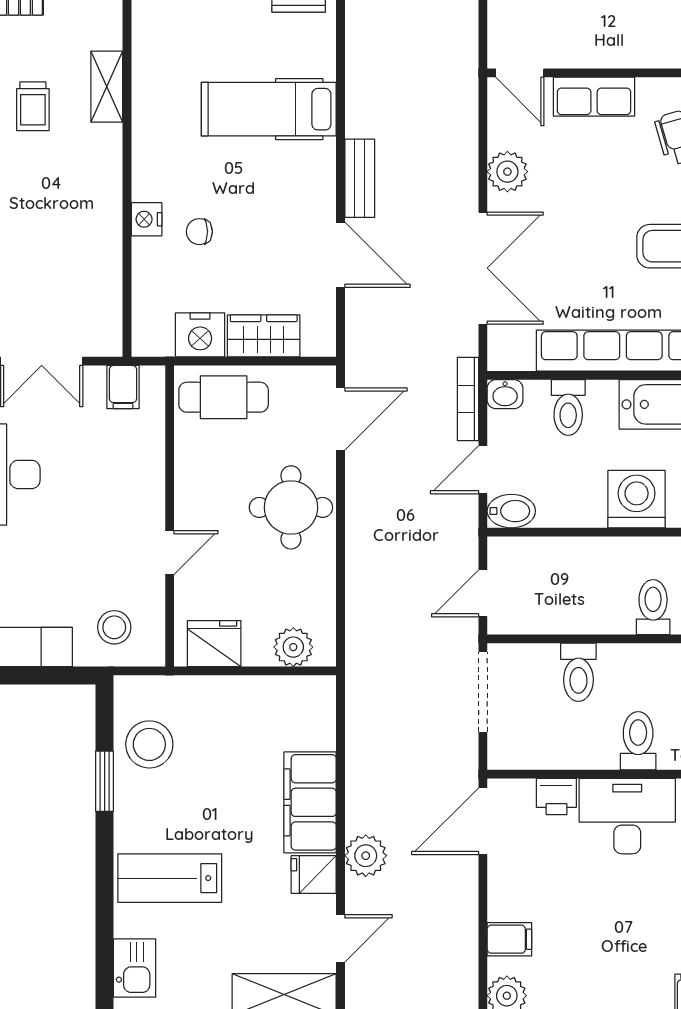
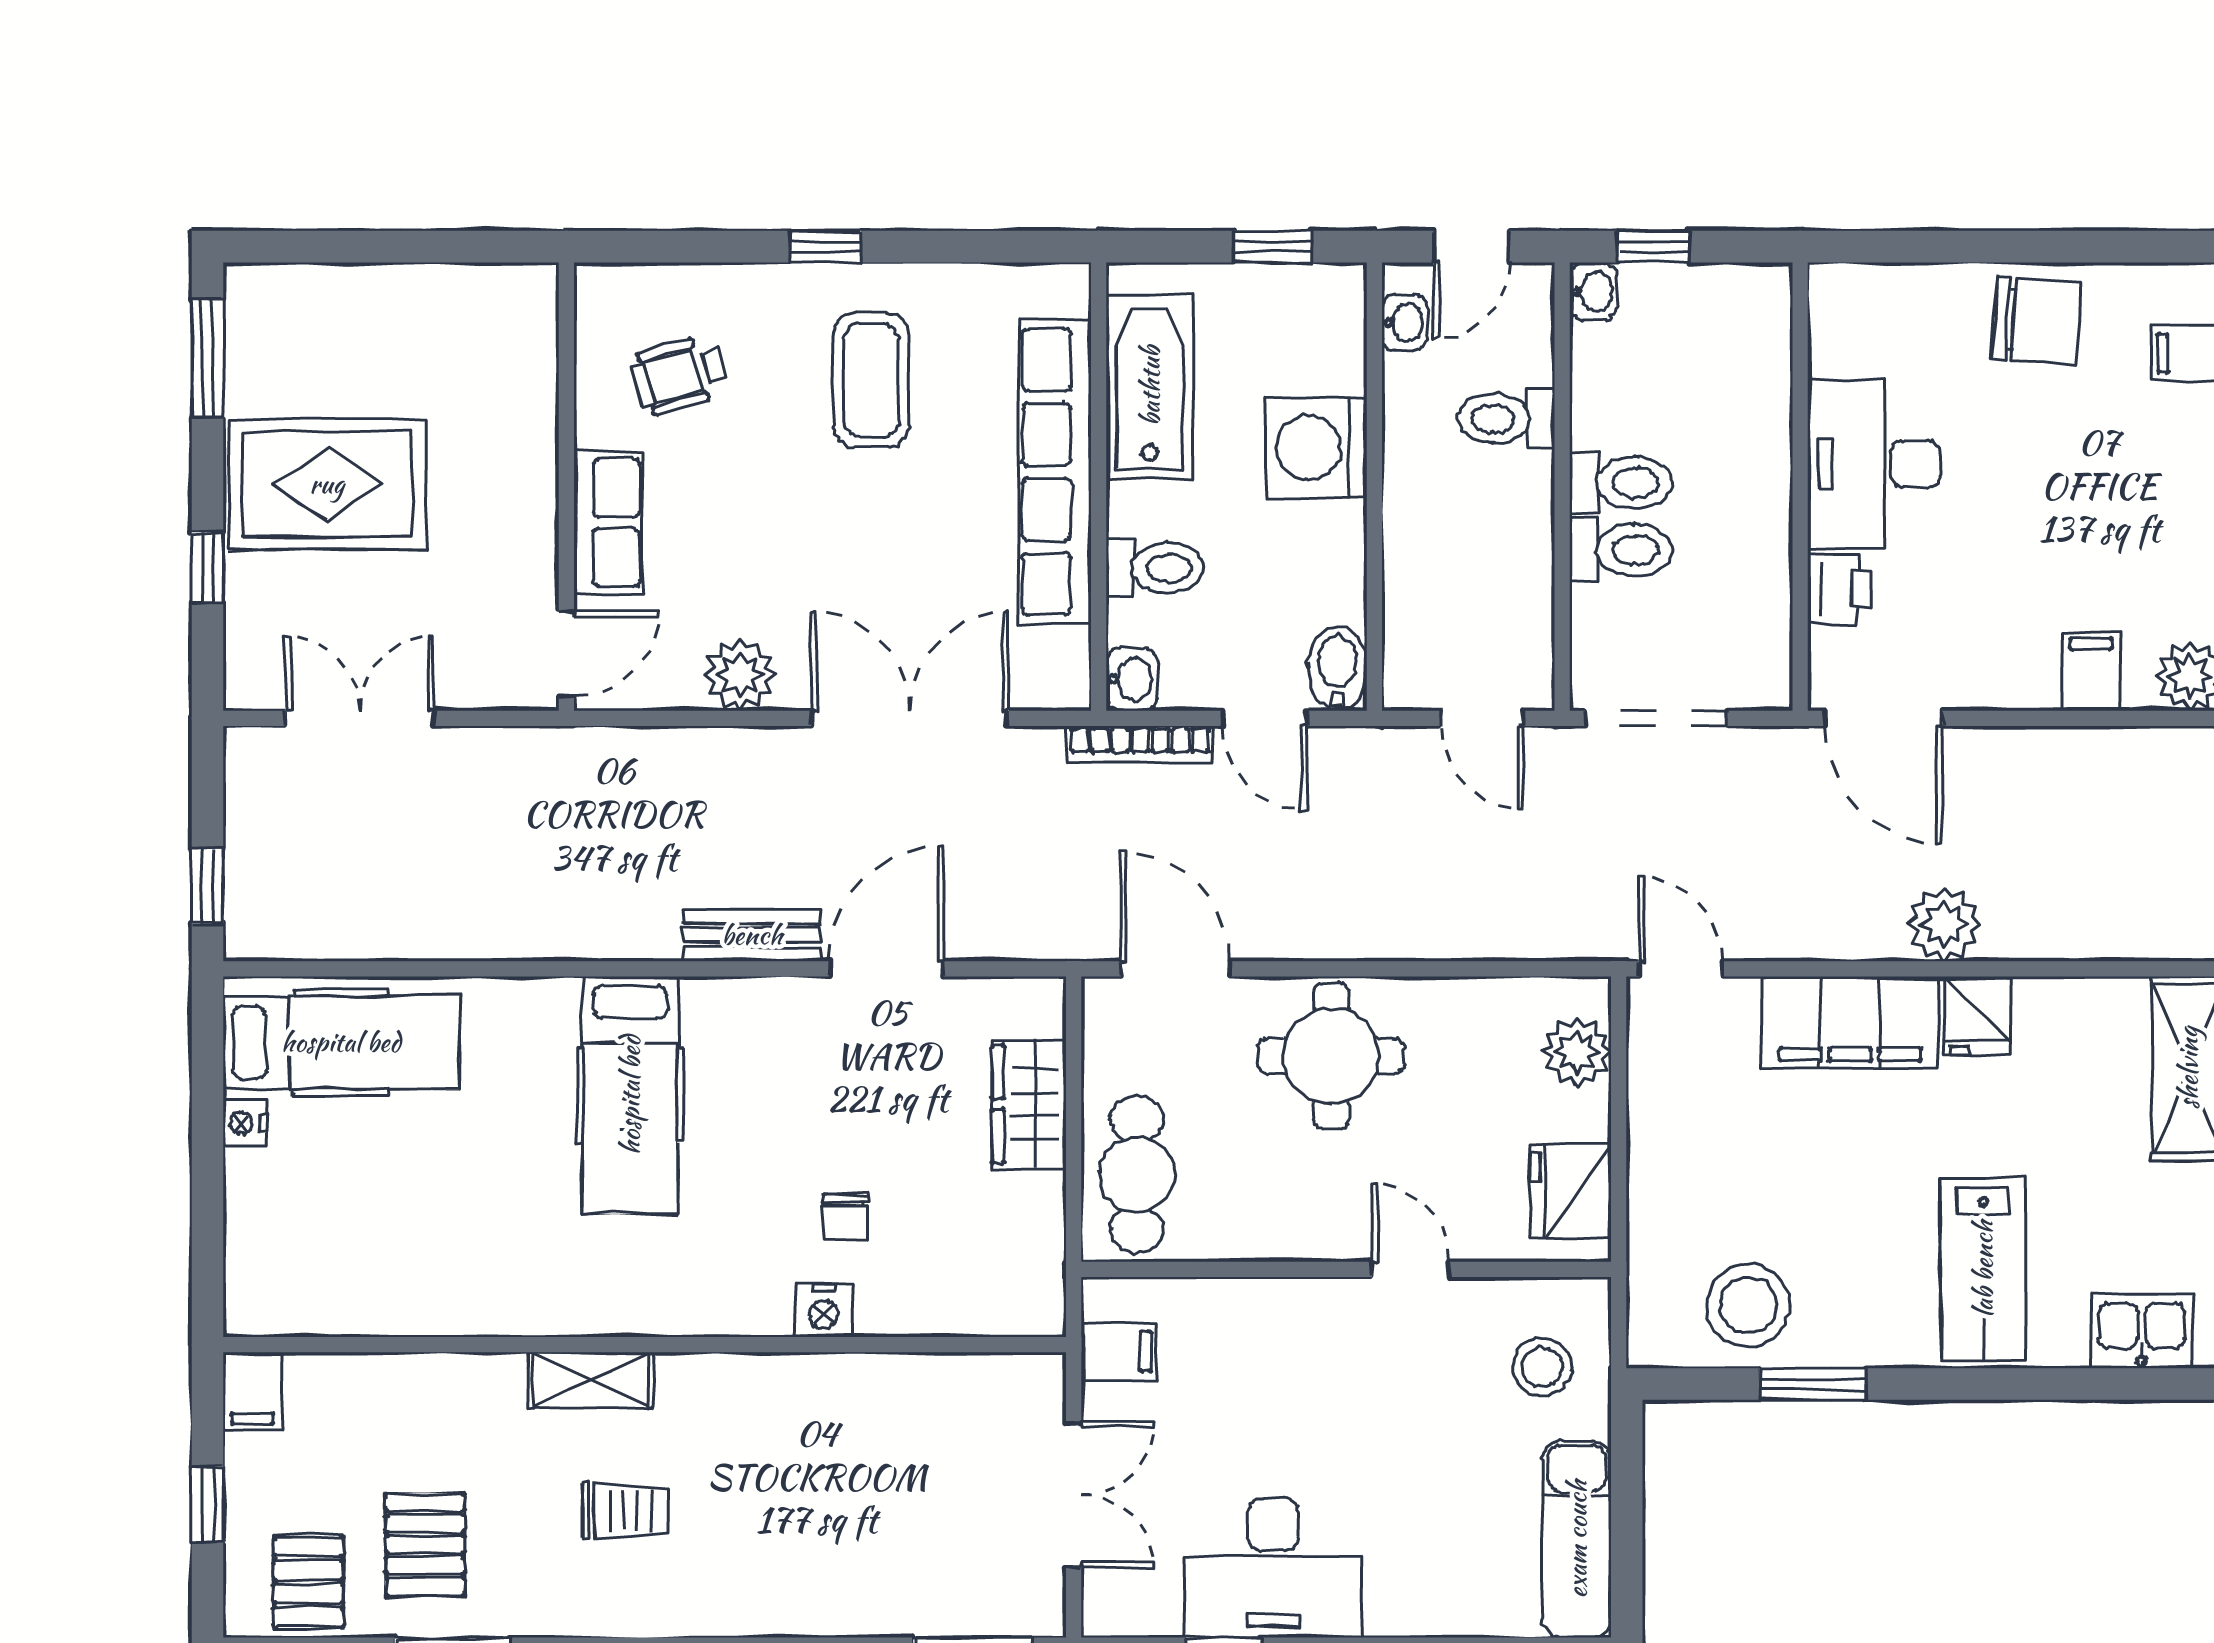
nightstand: (200, 335) -> (1027, 1216), removed
toilet: (638, 741) -> (1621, 483), moved, turned 180
door: (341, 938) -> (1681, 969), moved

